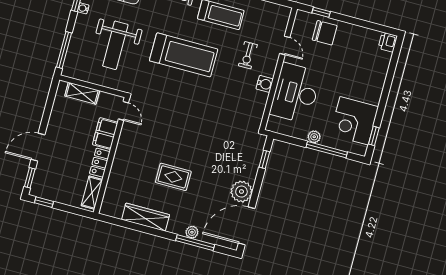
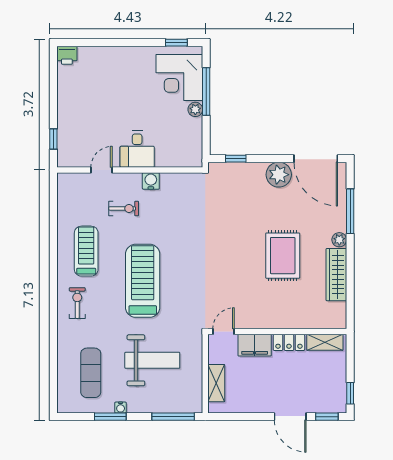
chair: (325, 33) -> (75, 129), removed
desk: (295, 93) -> (137, 149), width x0.53, depth x0.77
corner desk: (354, 121) -> (179, 78), moved, turned 90
rug: (173, 177) -> (283, 256), width x1.36, depth x1.43
plant: (192, 232) -> (339, 240), moved

